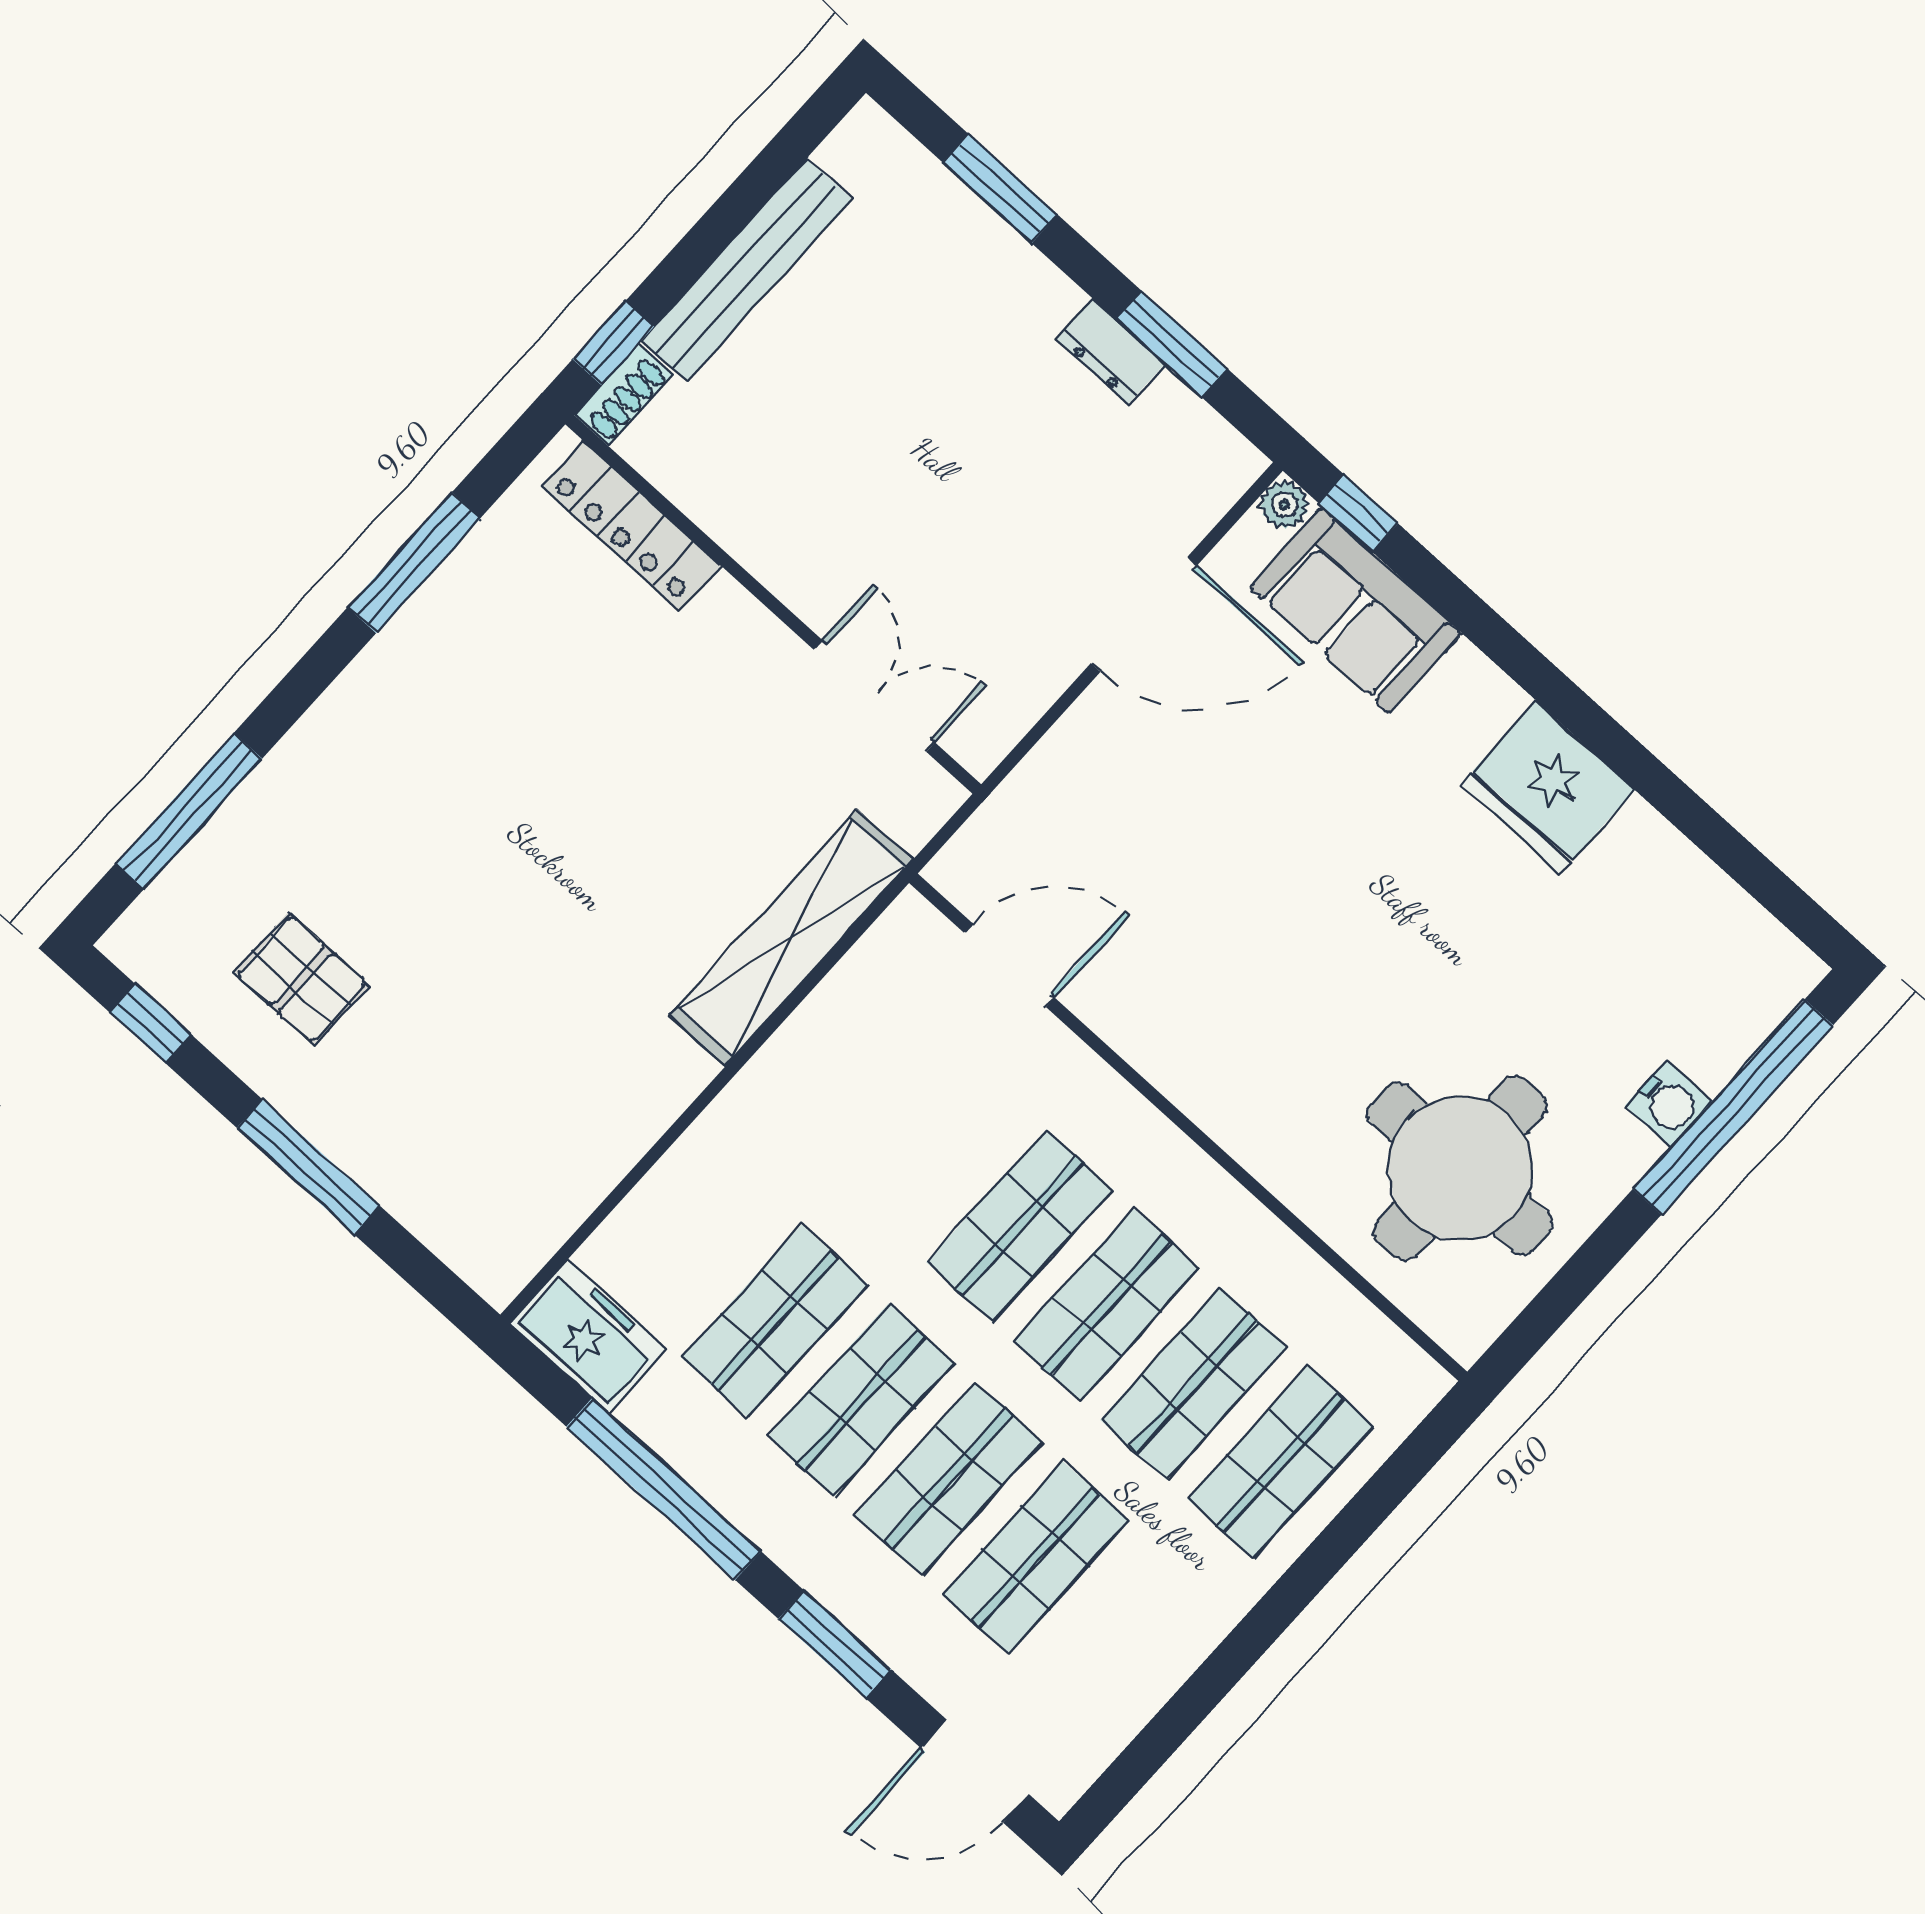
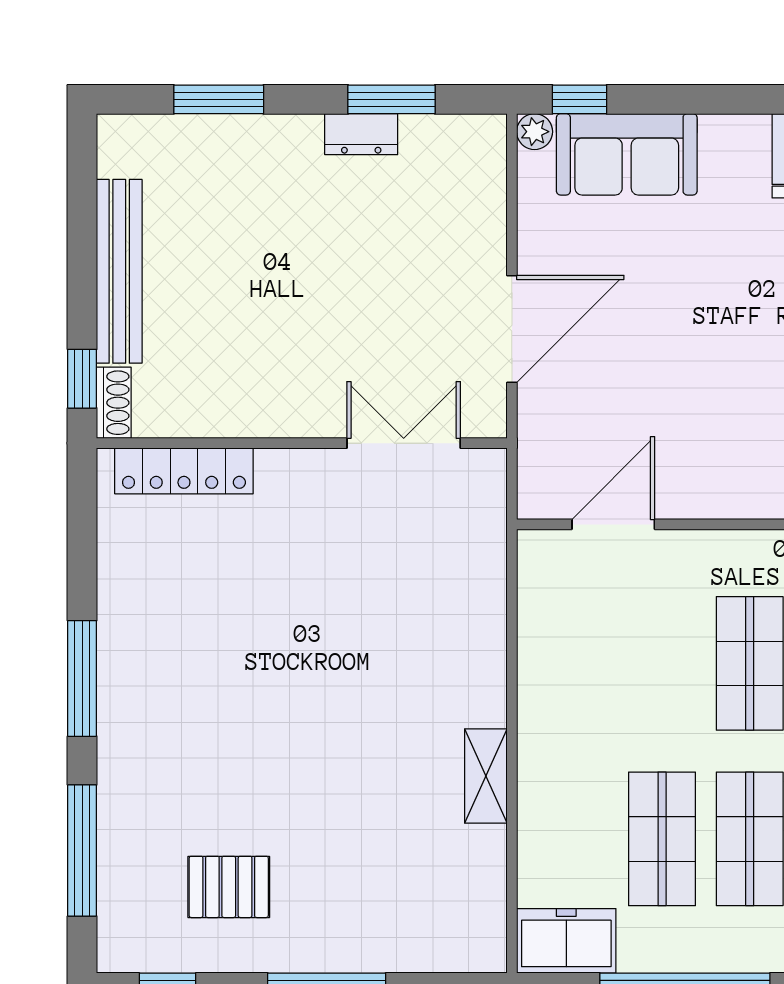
window: (414, 563) -> (82, 678), moved
door: (1144, 614) -> (512, 329), moved
shelving: (791, 937) -> (486, 776), moved, width x0.45, depth x0.75

